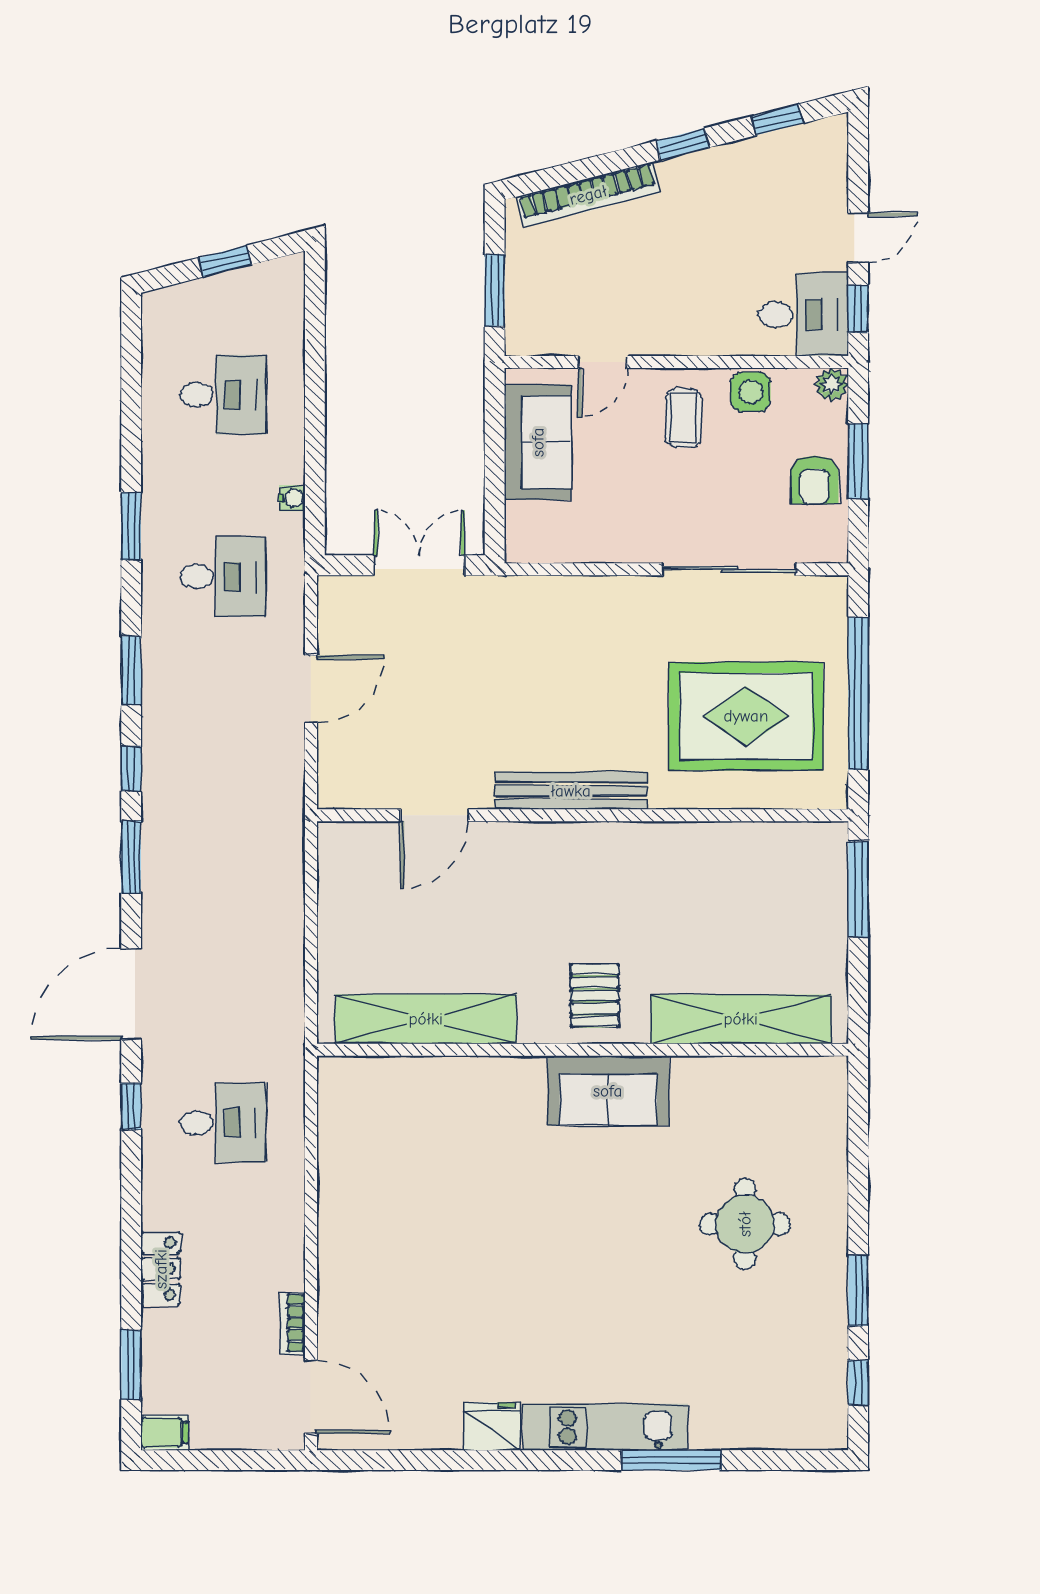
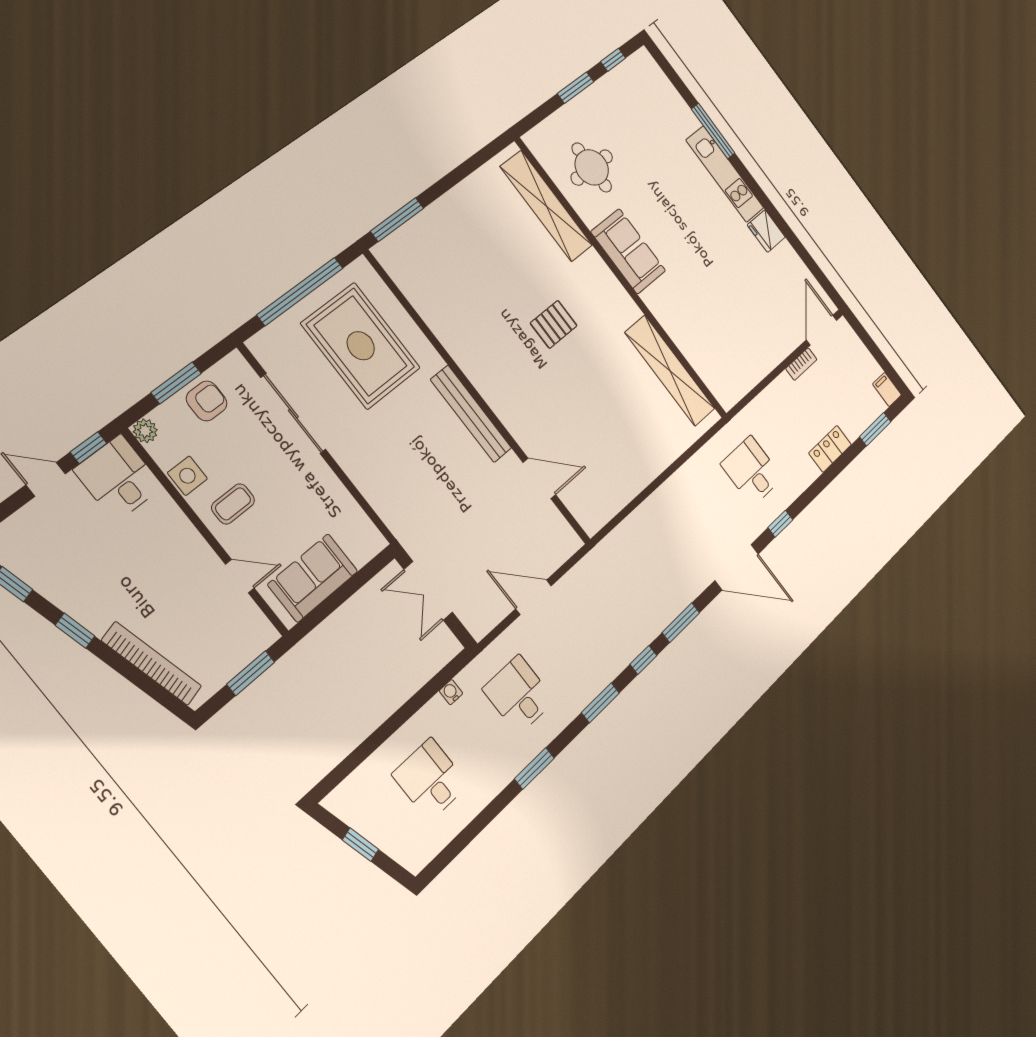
shelving: (426, 1019) -> (670, 371), moved
shelving: (741, 1019) -> (546, 206), moved
wall: (583, 1050) -> (621, 279), moved
sofa: (608, 1091) -> (628, 251), moved

